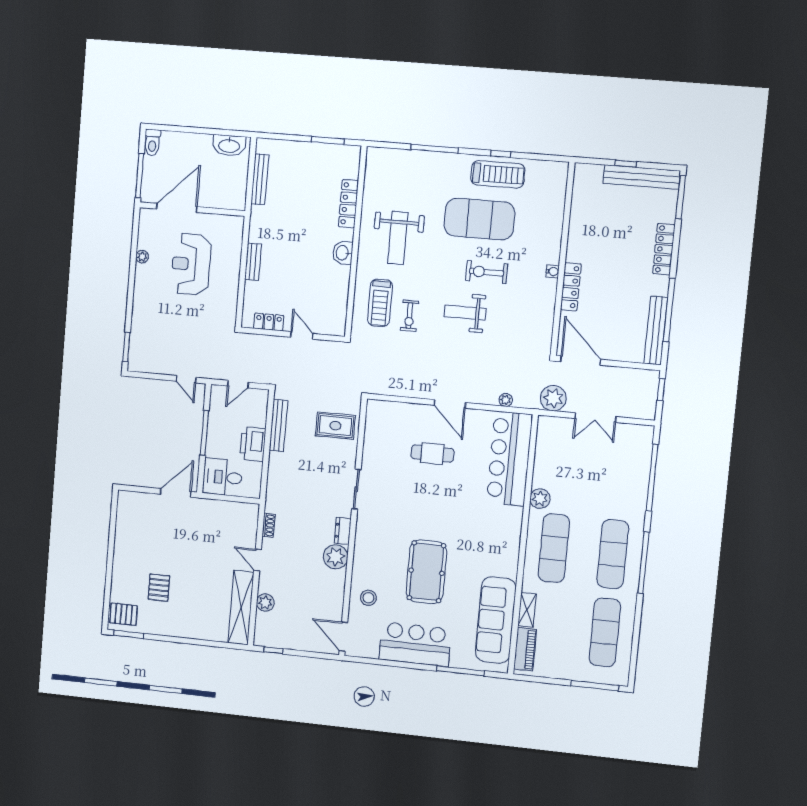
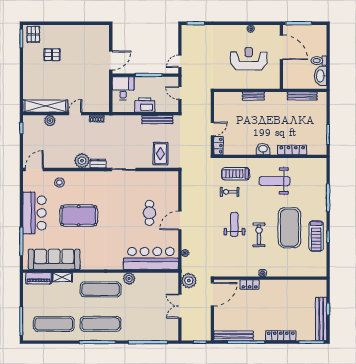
toilet: (152, 142) -> (319, 61), moved
locker: (571, 287) -> (250, 284), width x0.66
locker: (269, 322) -> (218, 146), moved
door: (176, 493) -> (111, 60), hinge flipped

